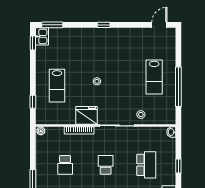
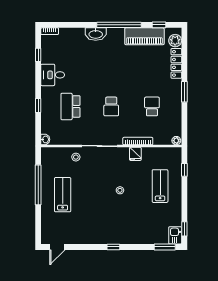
fridge: (87, 115) -> (135, 154), width x0.53, depth x0.75

